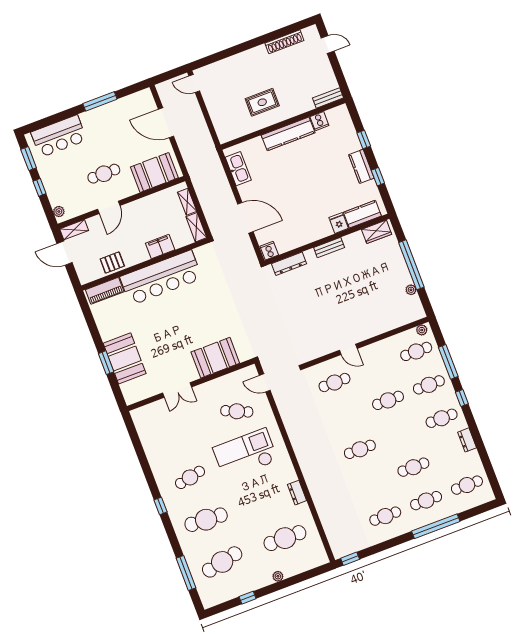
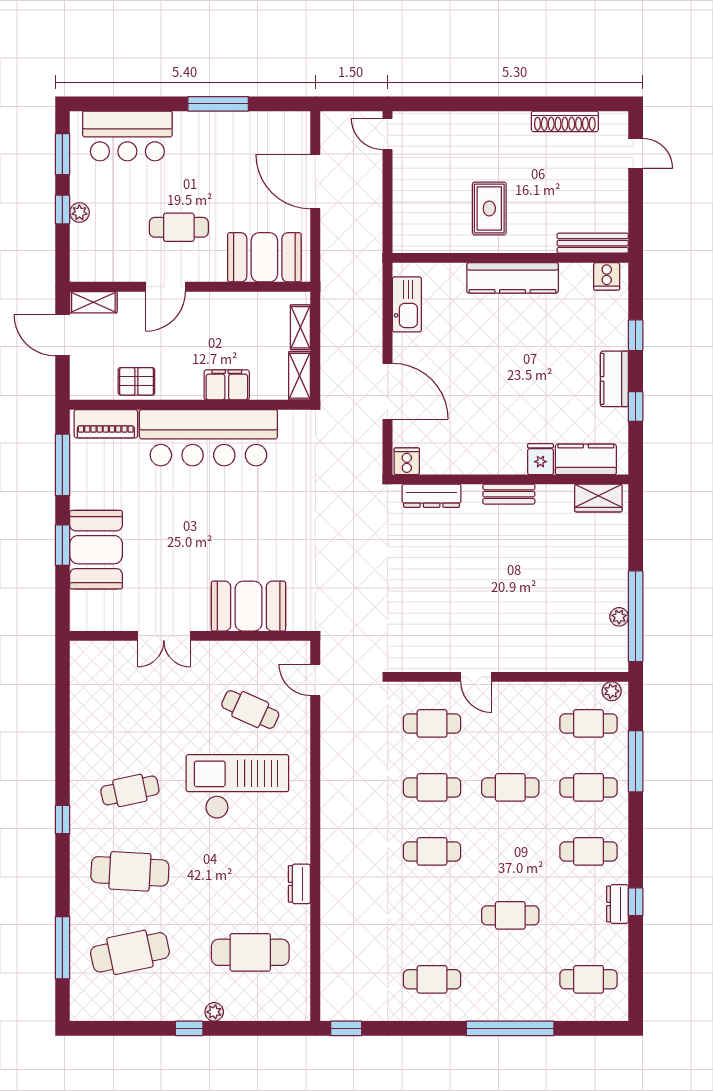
bench: (328, 98) -> (593, 243), width x1.36
rug: (262, 102) -> (489, 208), turned 90
cooker: (319, 121) -> (607, 276), moved
plant: (59, 211) -> (79, 212), moved
window: (411, 265) -> (636, 616), moved
window: (90, 321) -> (62, 465), added
window: (462, 398) -> (636, 902), moved
cafe table: (426, 501) -> (432, 787), moved
window: (248, 598) -> (189, 1028), moved

